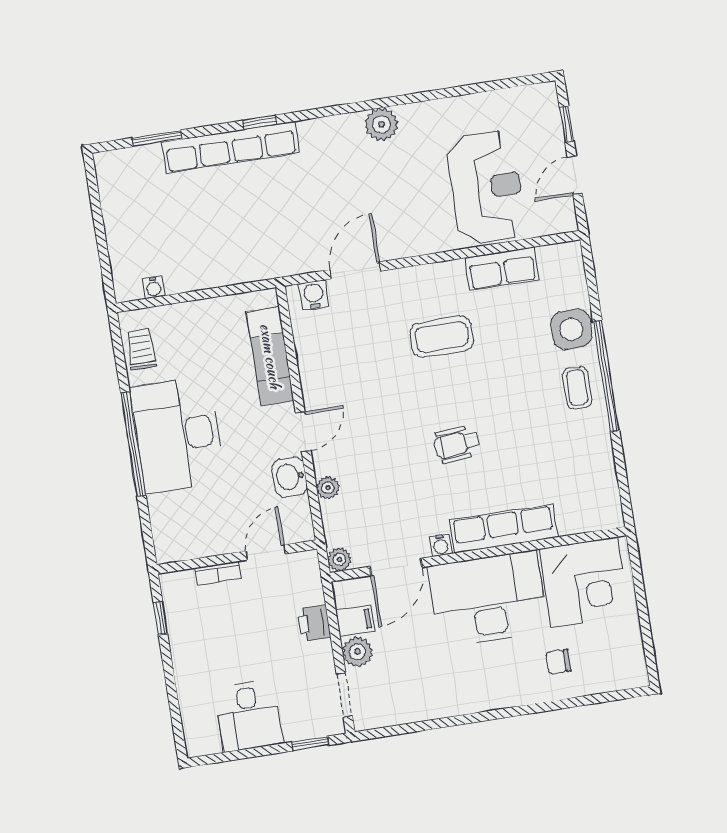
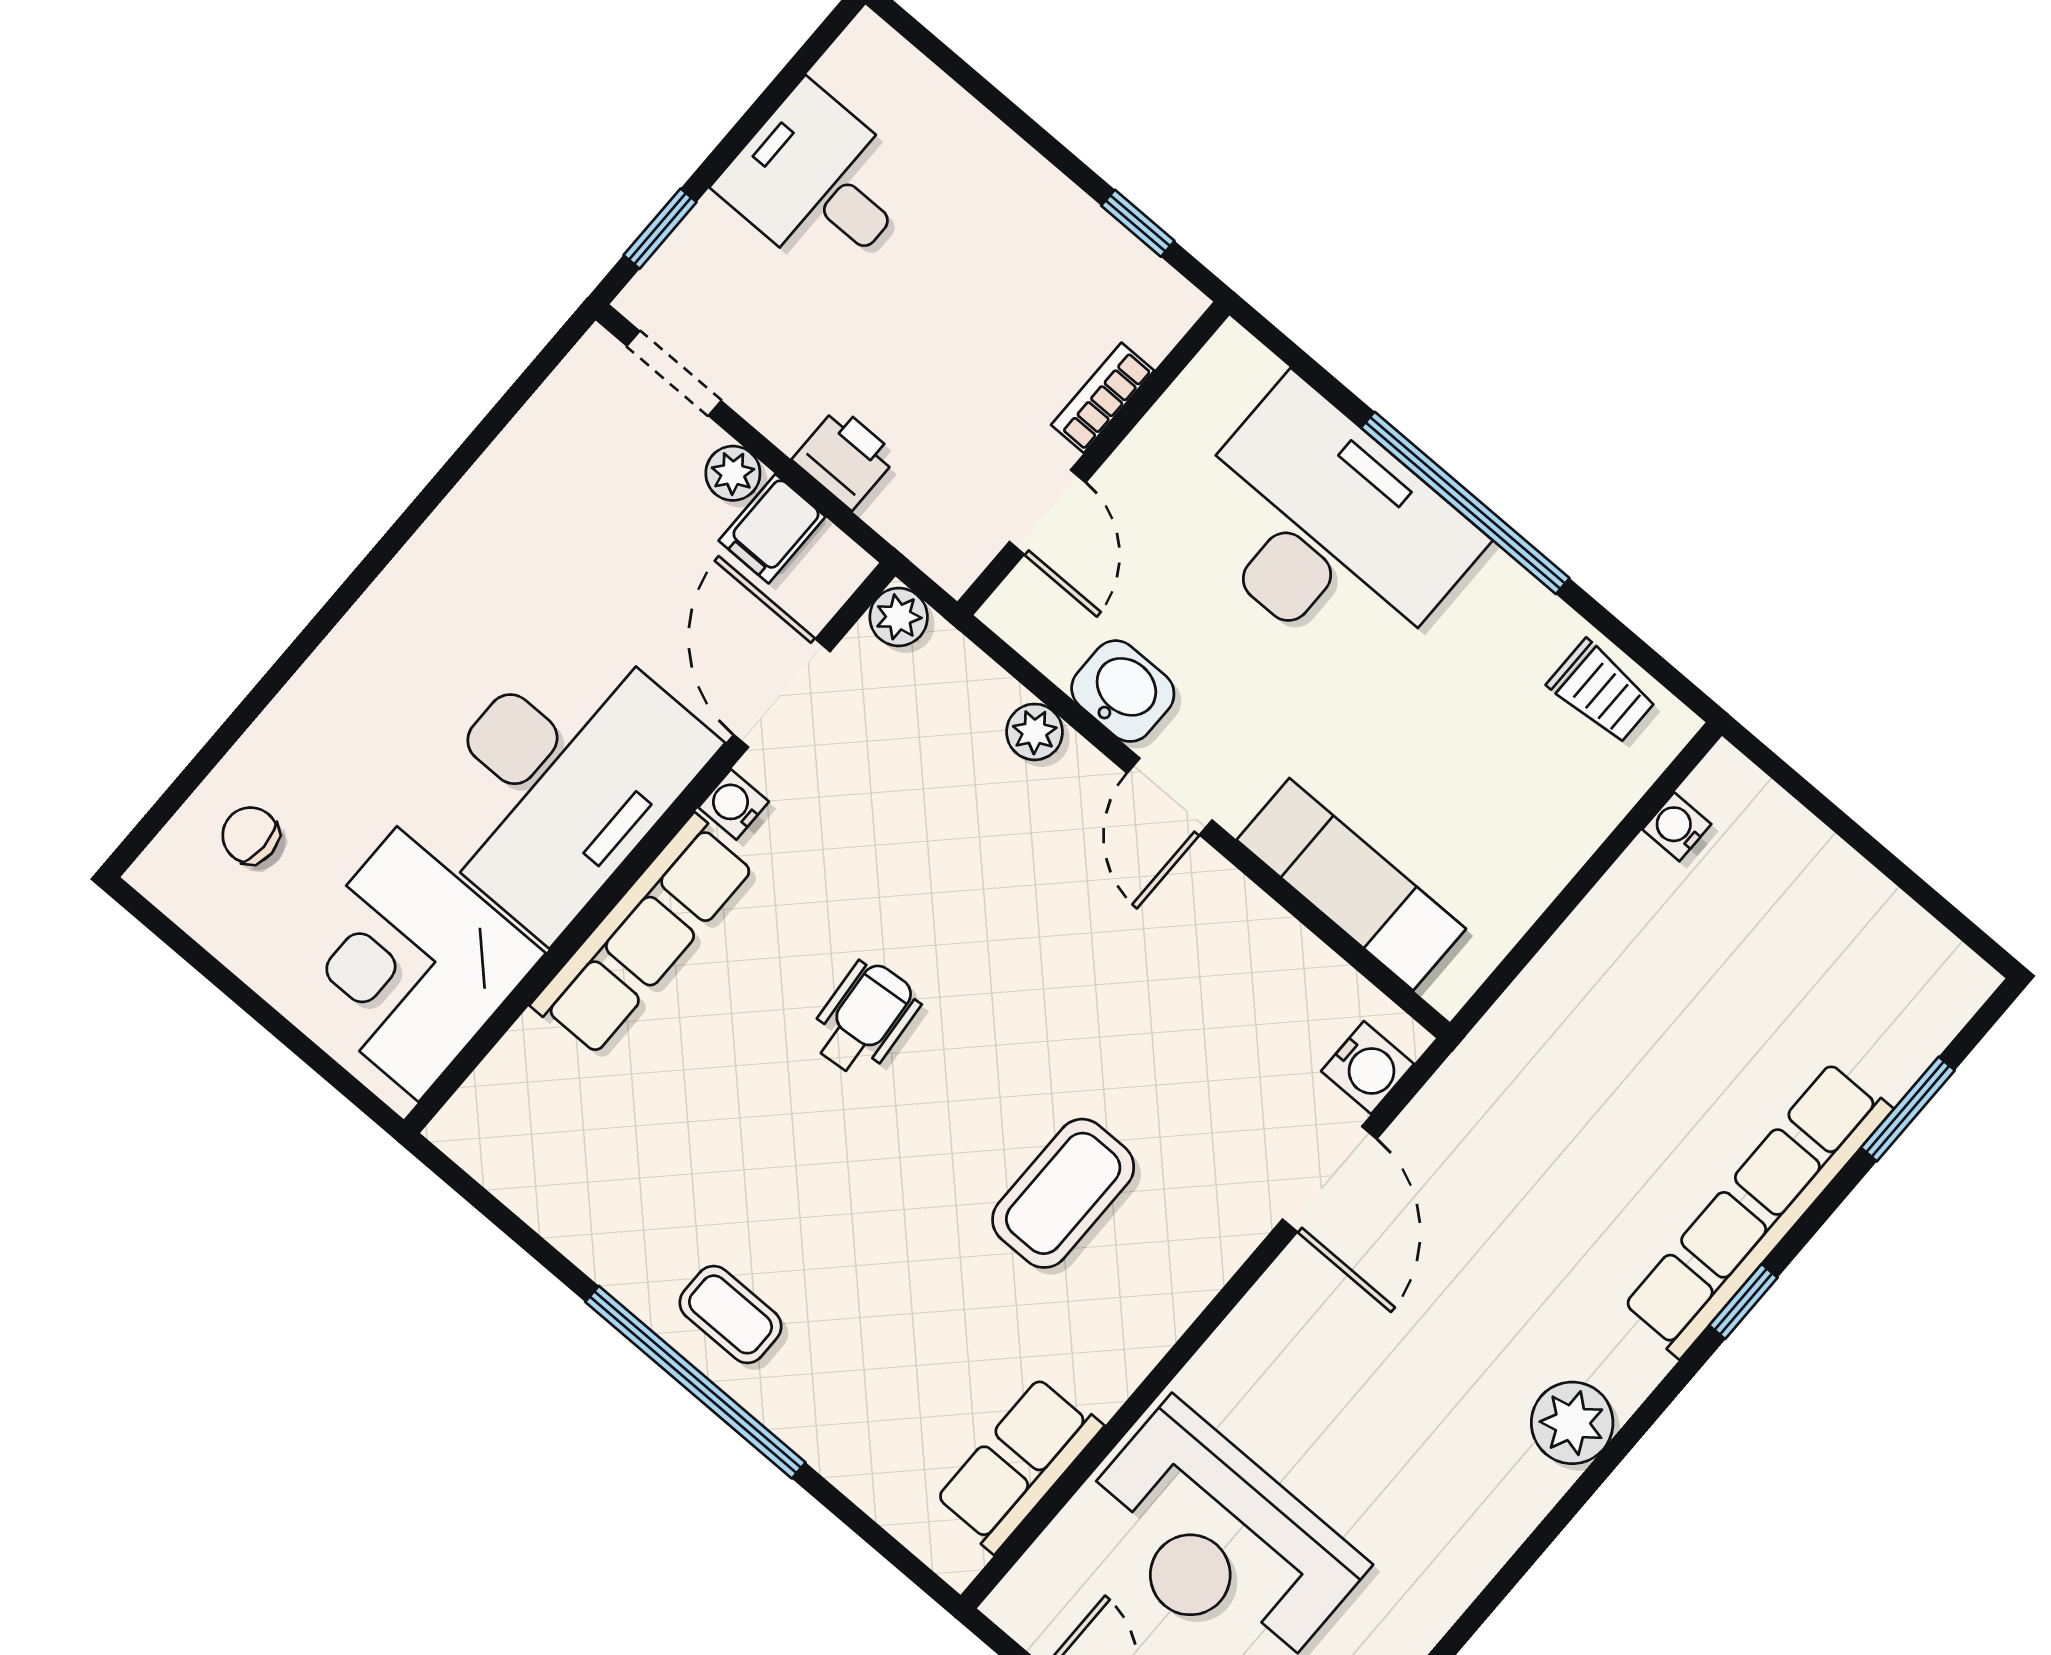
plant: (382, 124) -> (1572, 1423), moved
row of seats: (502, 269) -> (1019, 1464), moved
side table: (571, 329) -> (835, 1414), removed
desk: (177, 435) -> (1327, 530), moved
plant: (357, 652) -> (733, 473), width x0.73, depth x0.73
chair: (558, 662) -> (250, 835), moved, turned -90

